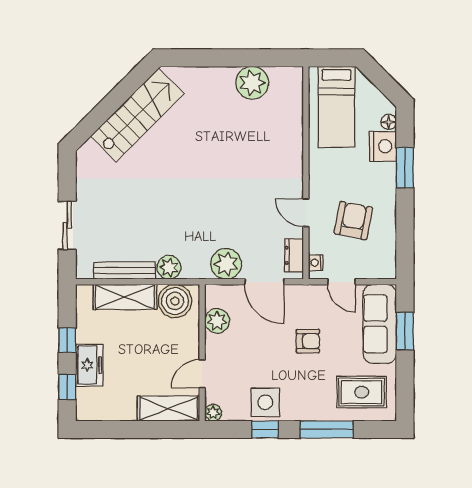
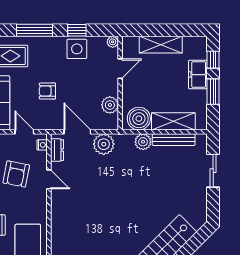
window: (67, 340) -> (213, 92), width x1.50
shelving: (168, 409) -> (161, 45), moved

